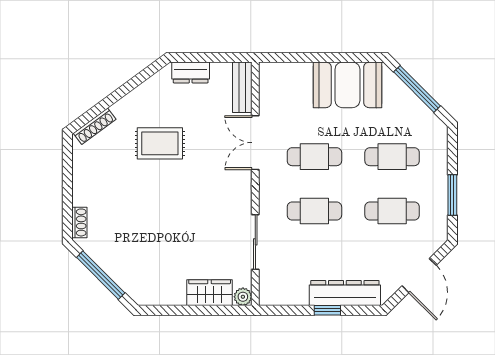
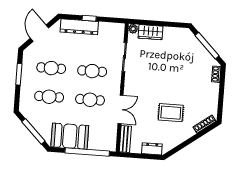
window: (312, 57) -> (87, 152), added

